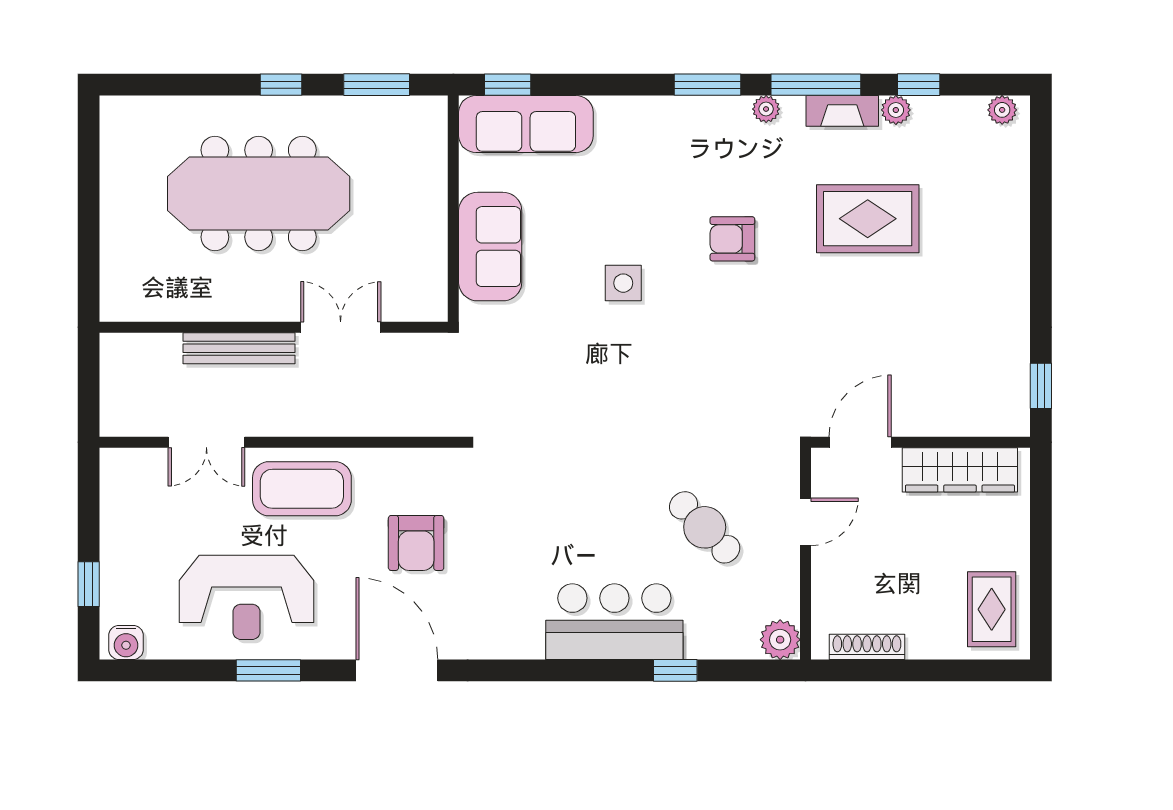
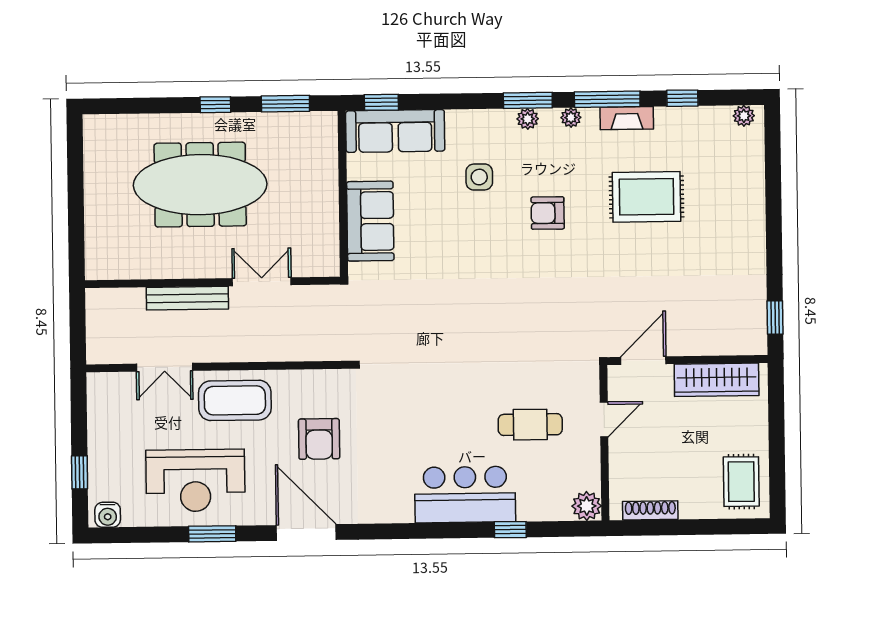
plant: (896, 110) -> (528, 119), moved
side table: (623, 283) -> (479, 177), moved
cafe table: (705, 527) -> (530, 425), turned -46

